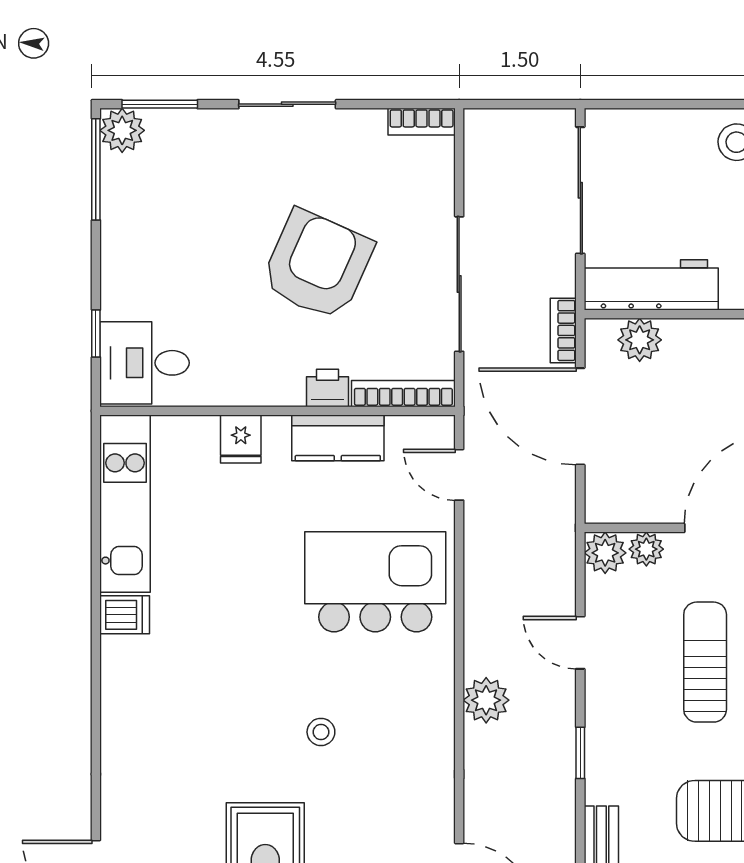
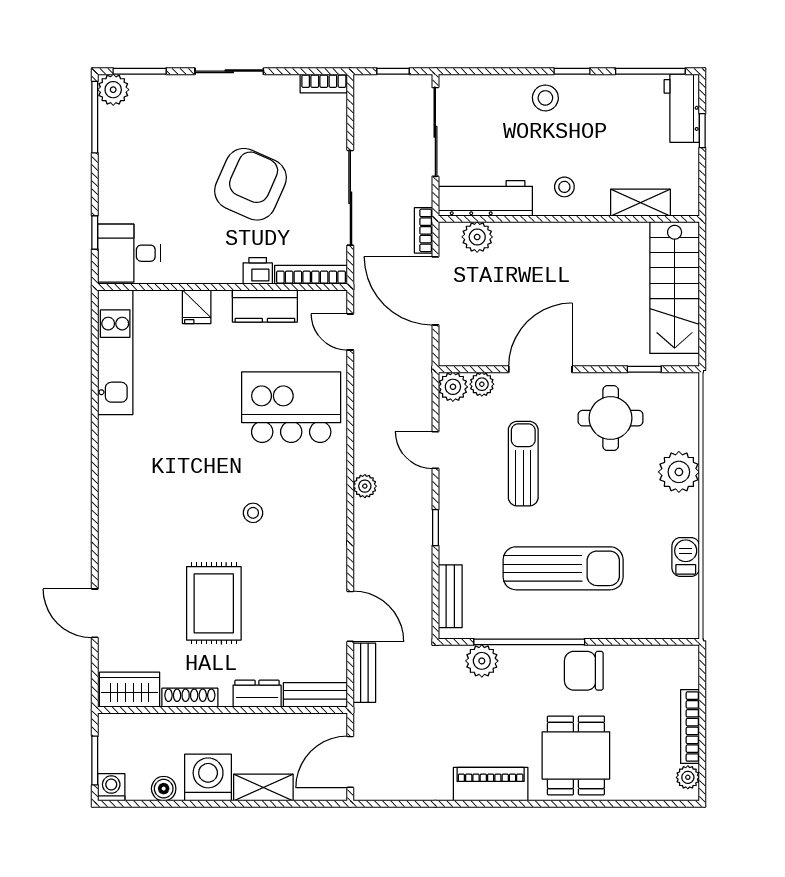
window: (520, 104) -> (393, 71), added
dishwasher: (125, 615) -> (115, 430), removed
plant: (486, 700) -> (365, 486), width x0.73, depth x0.73

